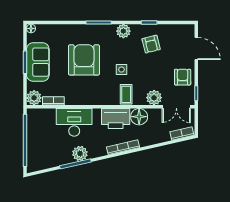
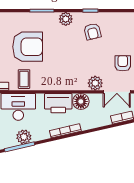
armchair: (84, 60) -> (28, 47), turned 90
side table: (121, 70) -> (64, 56), removed
coffee table: (126, 94) -> (24, 79), moved

